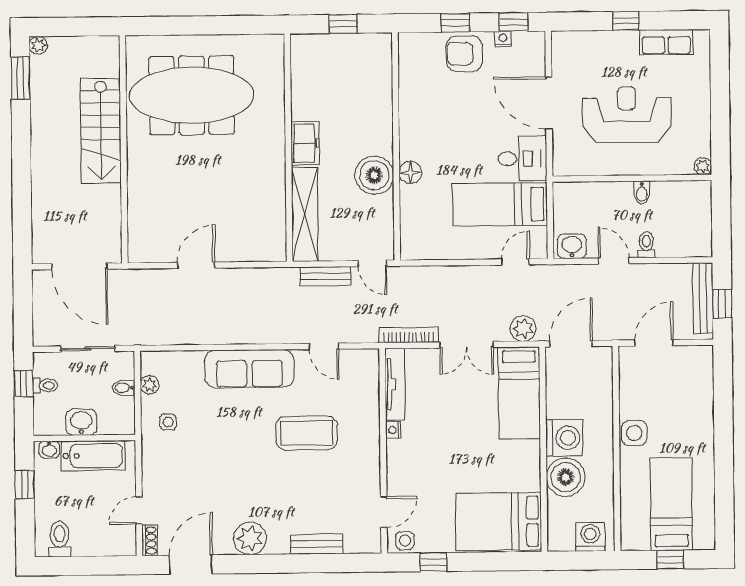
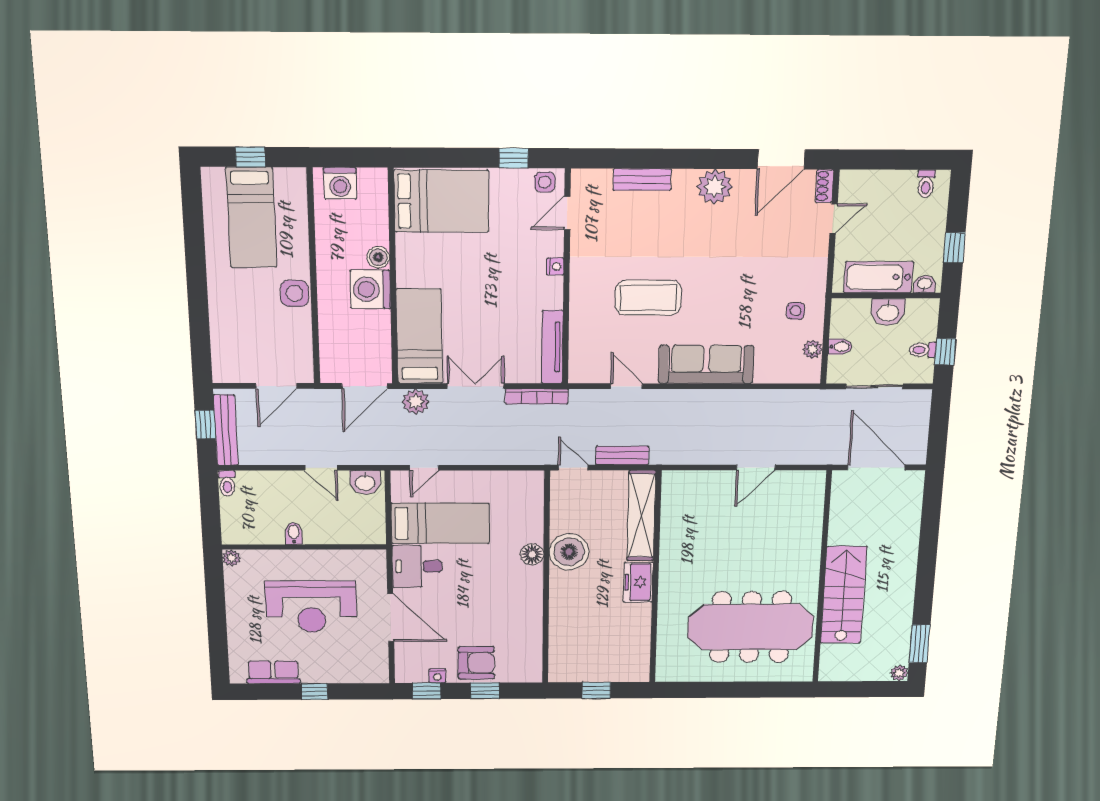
toilet: (646, 245) -> (227, 483), moved
nightstand: (393, 430) -> (555, 266), moved
boiler: (566, 477) -> (378, 257), width x0.54, depth x0.54
toilet: (60, 539) -> (926, 184), width x0.73, depth x0.72

